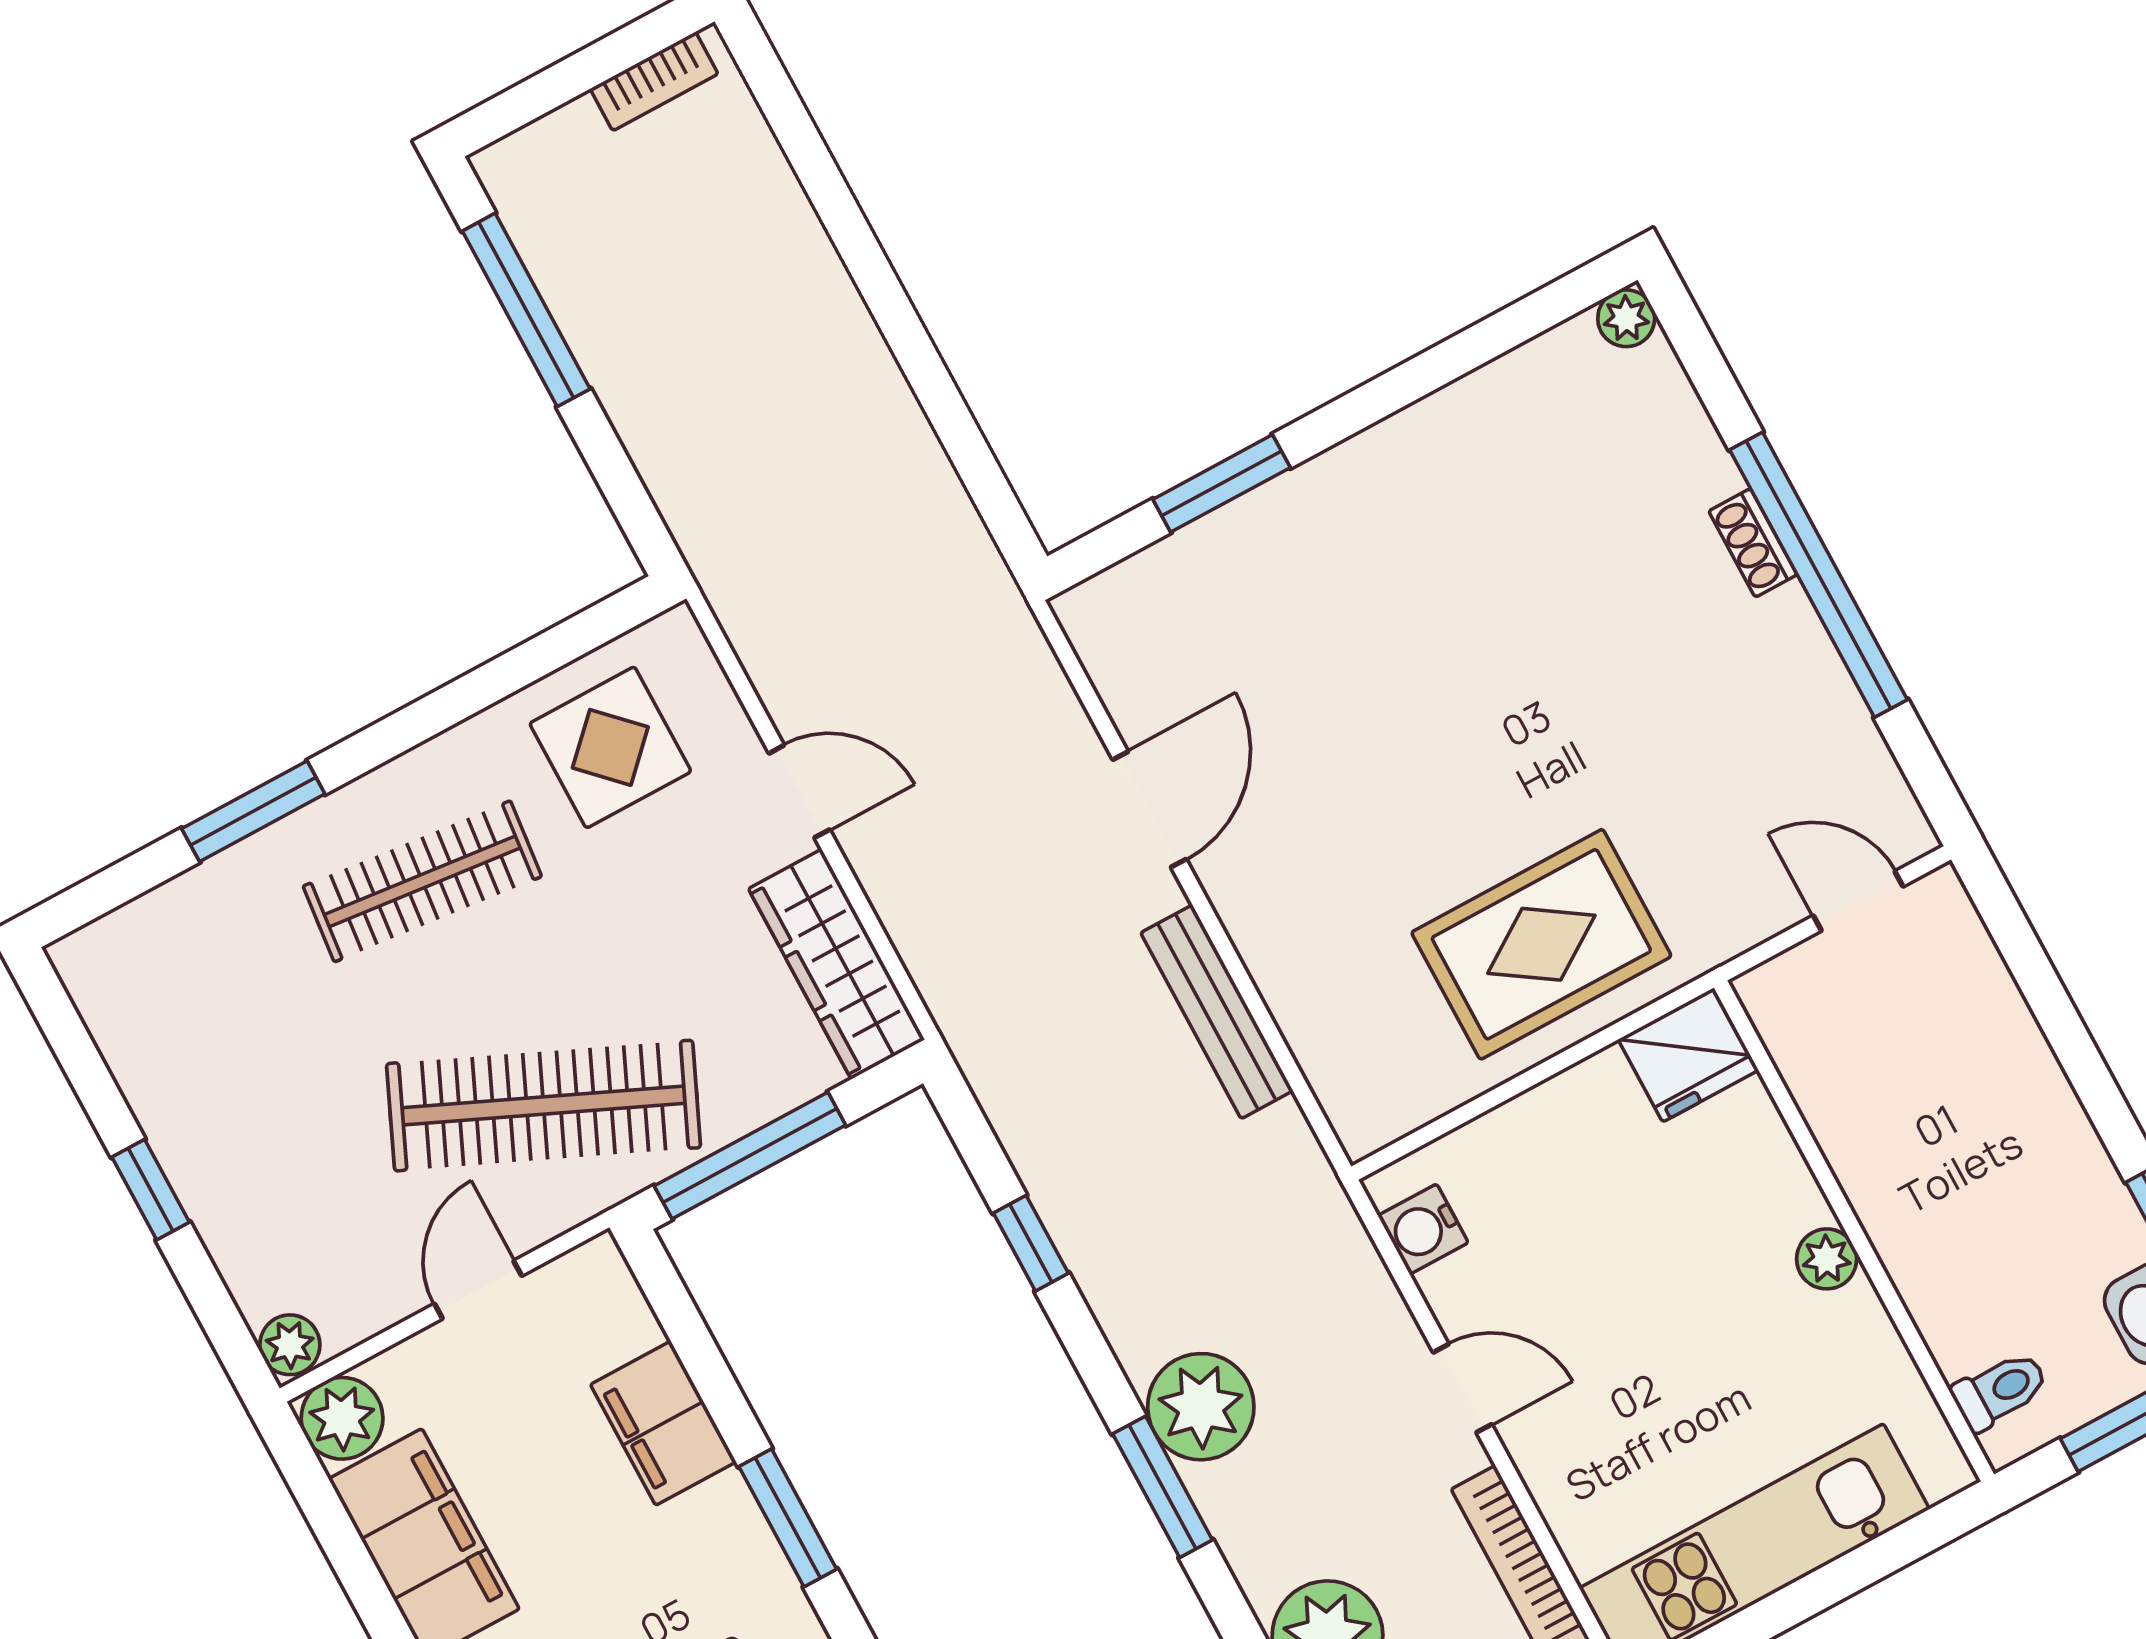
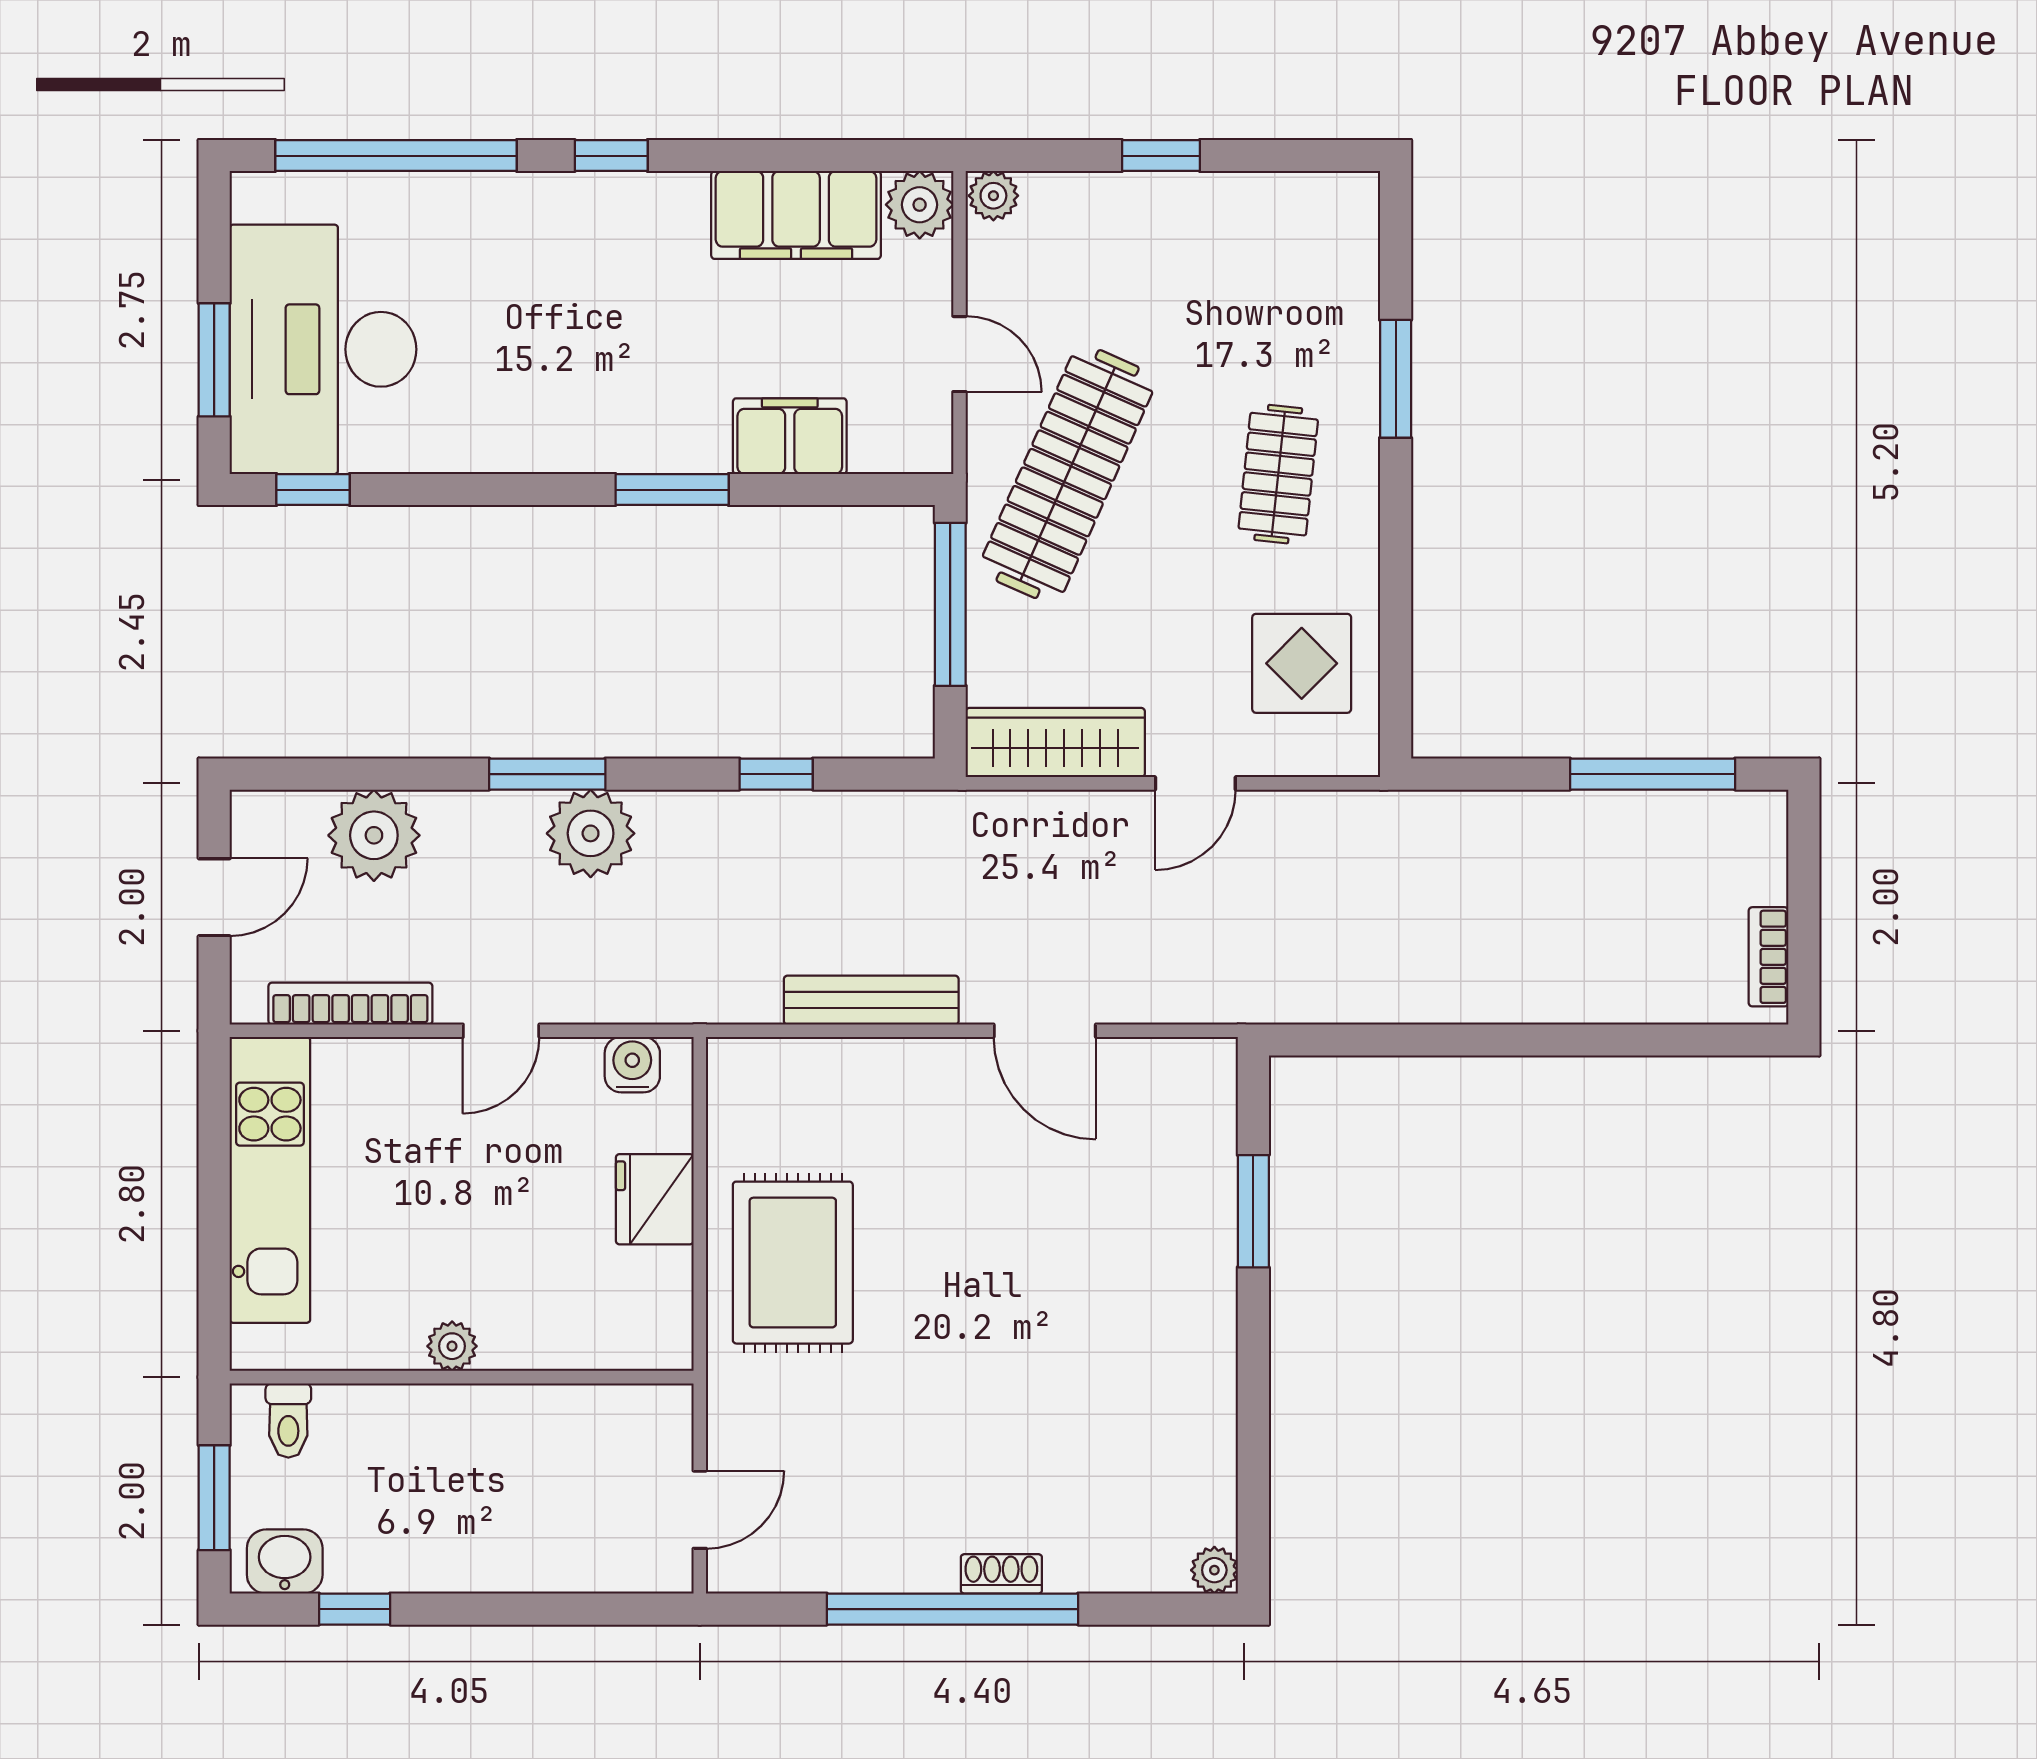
clothes rail: (422, 881) -> (1278, 474), width x0.73
fridge: (1688, 1055) -> (655, 1199), moved

